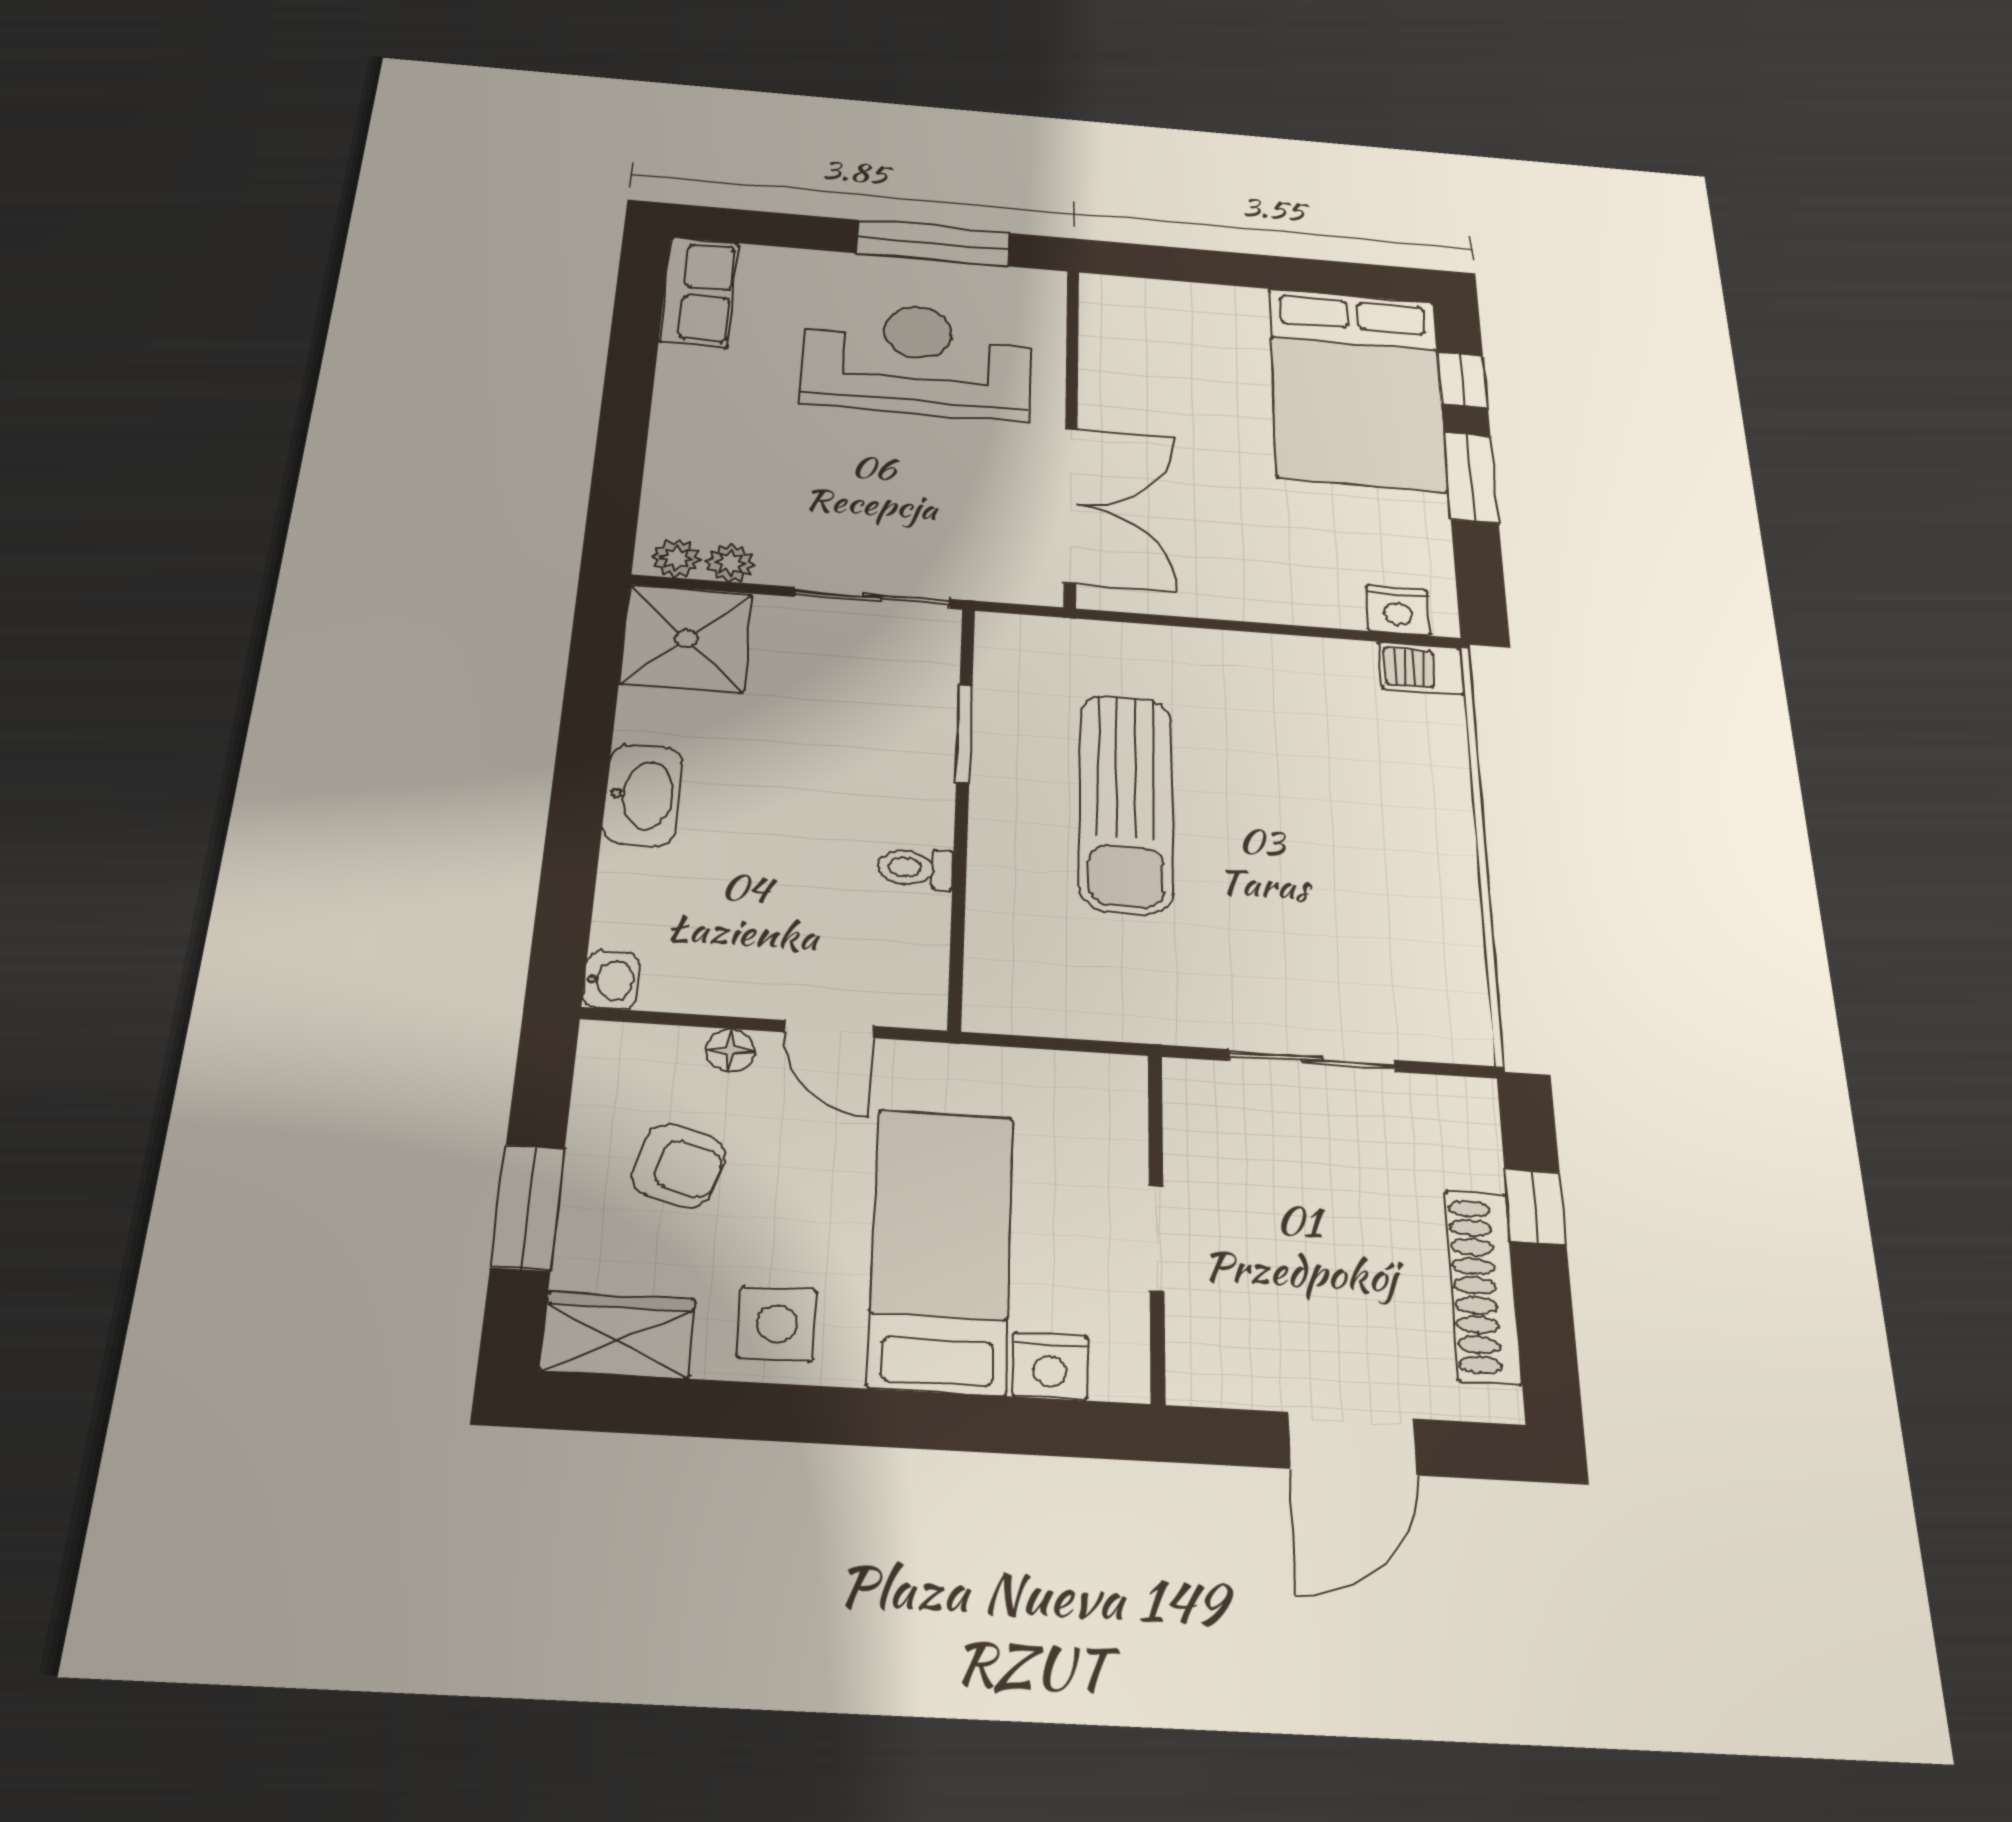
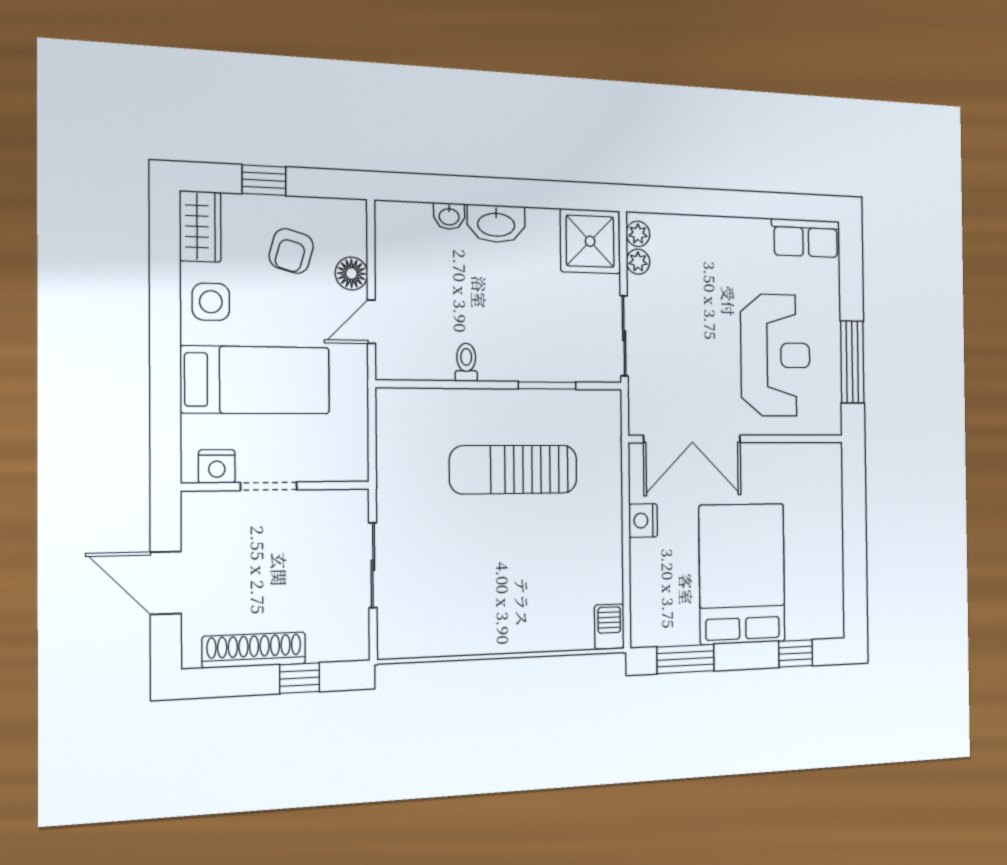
bed: (1357, 388) -> (742, 574), moved, turned 90
window: (1471, 478) -> (686, 659), moved
nightstand: (1398, 610) -> (643, 521), moved
washbasin: (611, 980) -> (449, 216), moved
floor lamp: (731, 1050) -> (352, 273), width x1.37, depth x1.37
window: (528, 1207) -> (264, 180), width x0.67
nightstand: (1050, 1366) -> (217, 466), moved, turned -90

